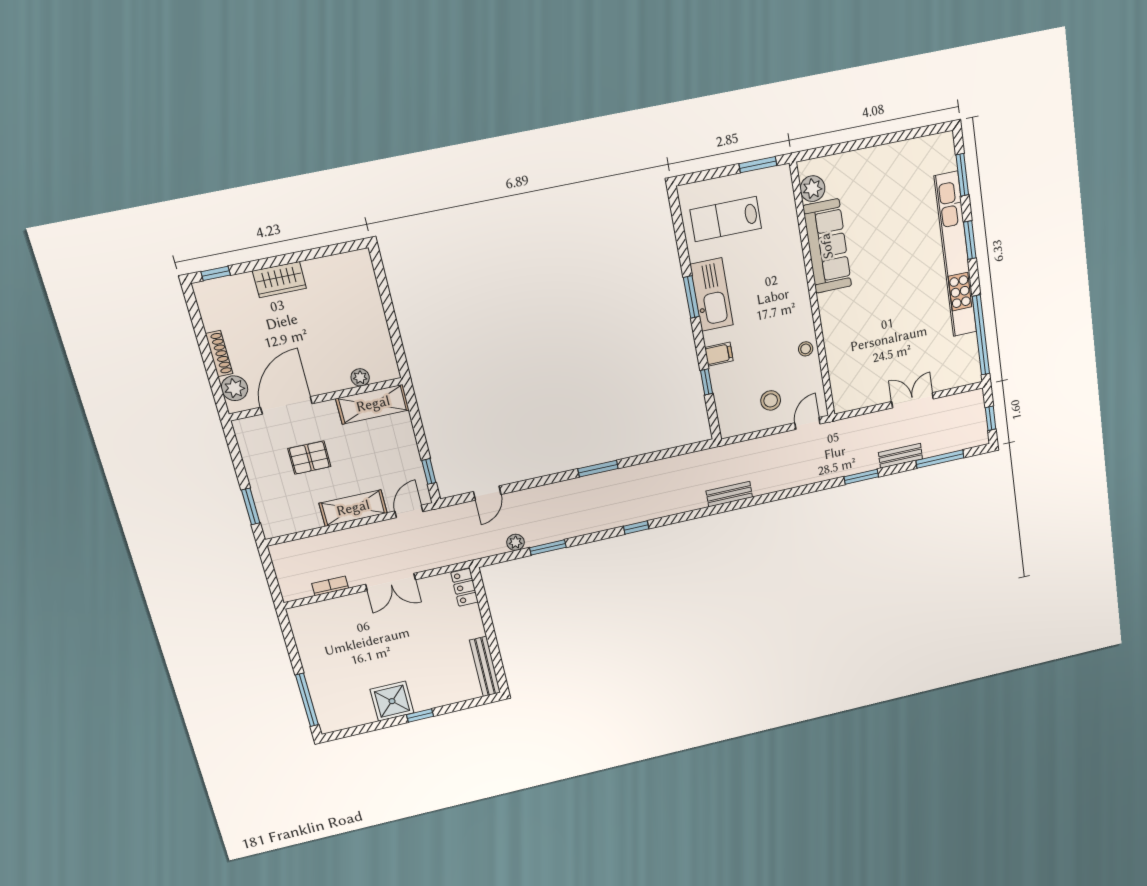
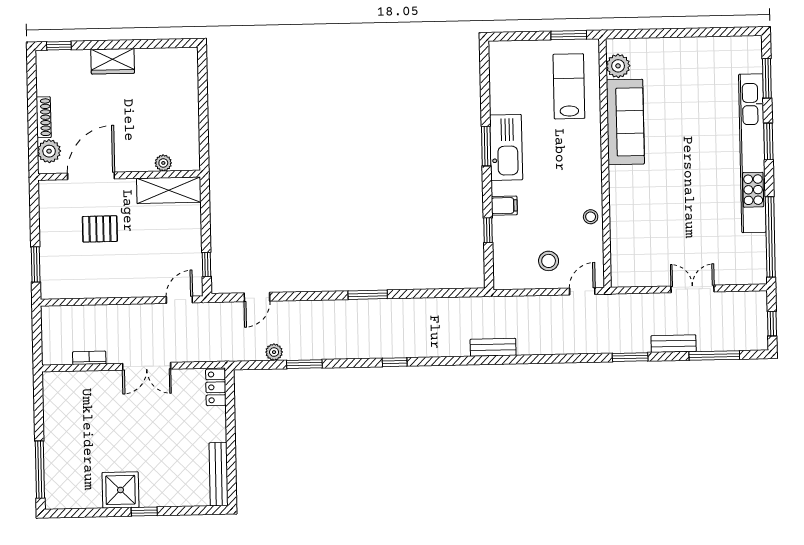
lab bench: (726, 219) -> (569, 86), moved, turned 90
shelving: (353, 508) -> (128, 286), removed

